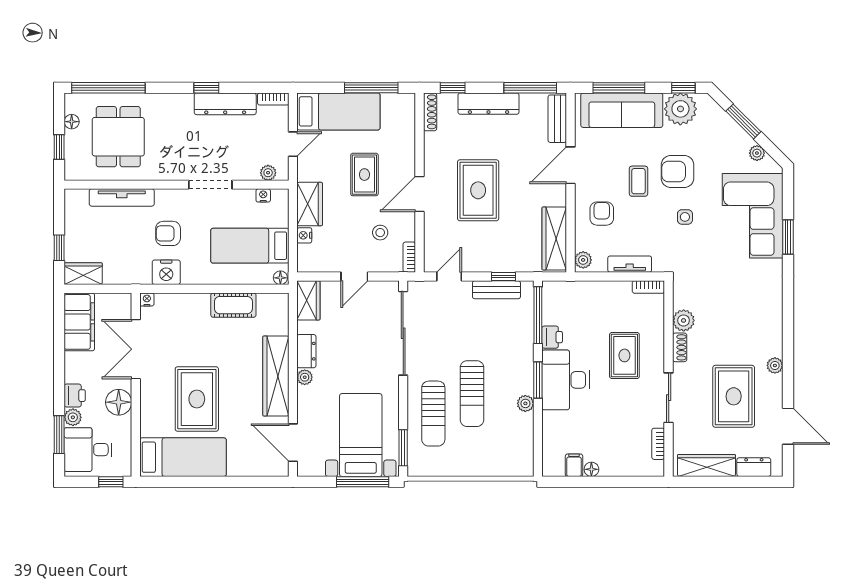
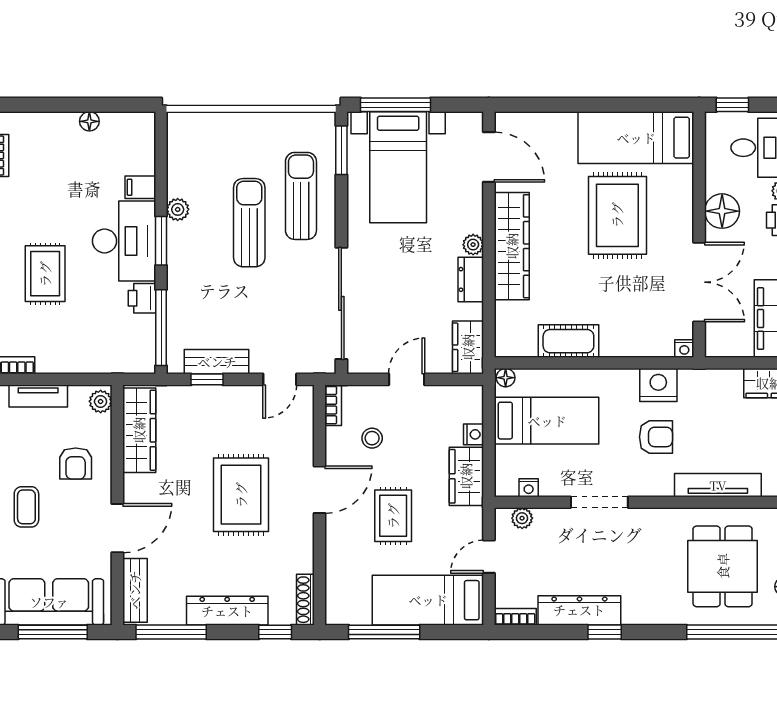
filing cabinet: (574, 465) -> (140, 187), moved, turned 90

